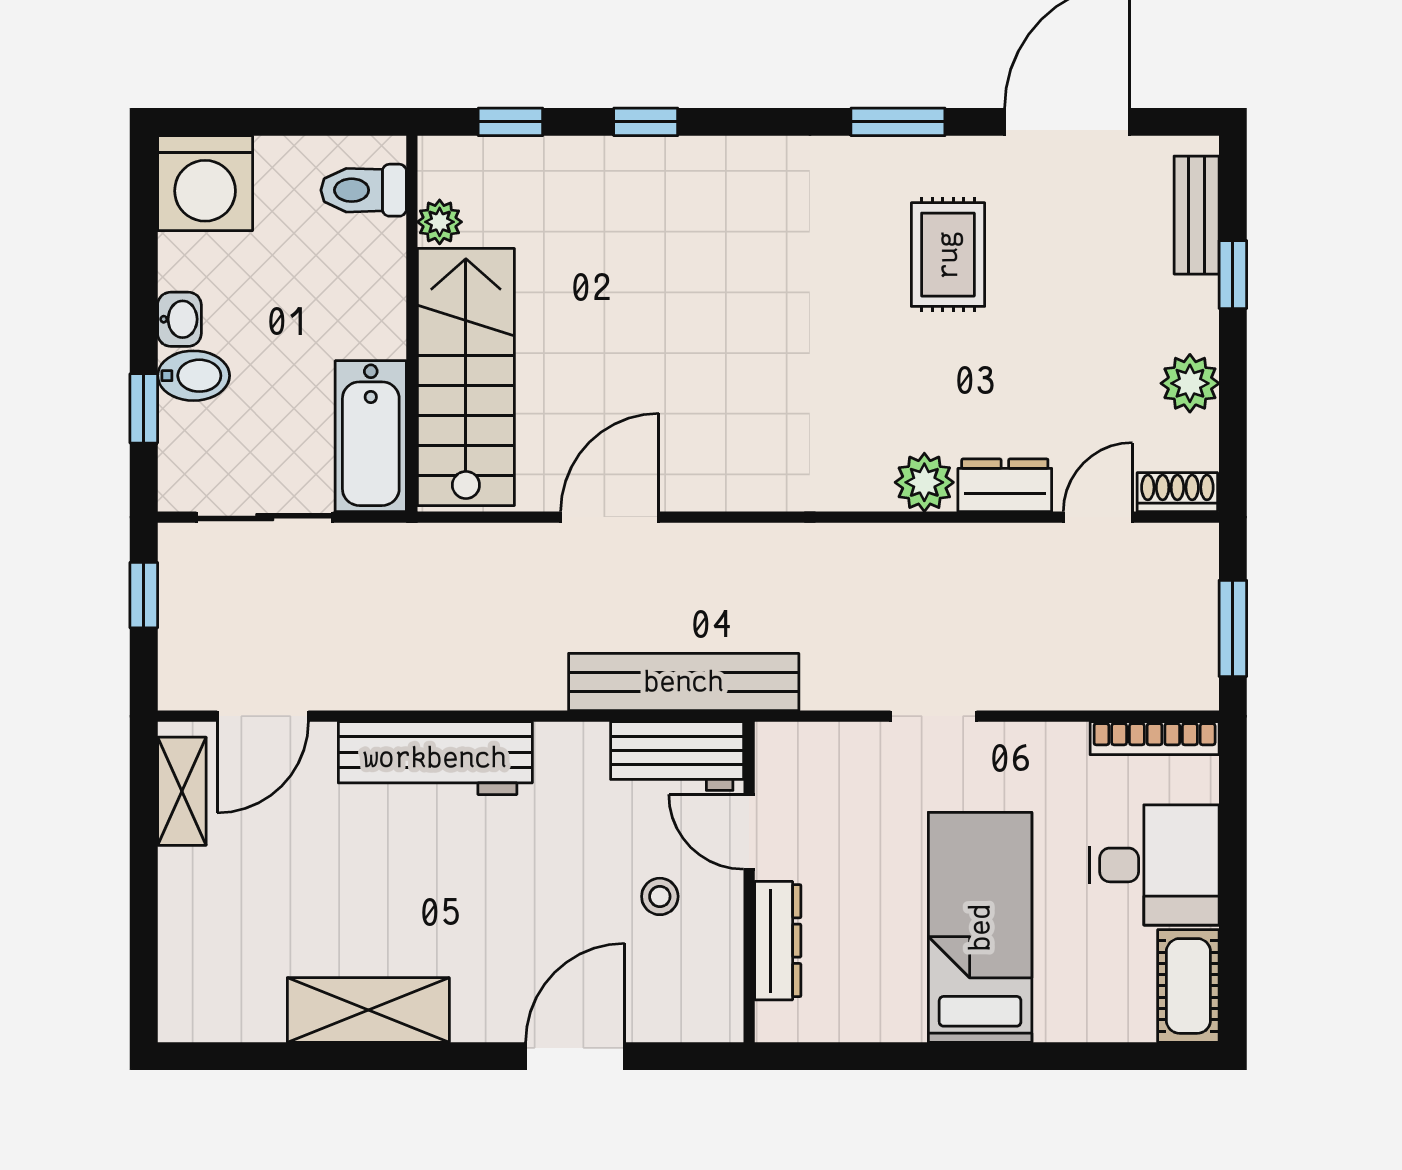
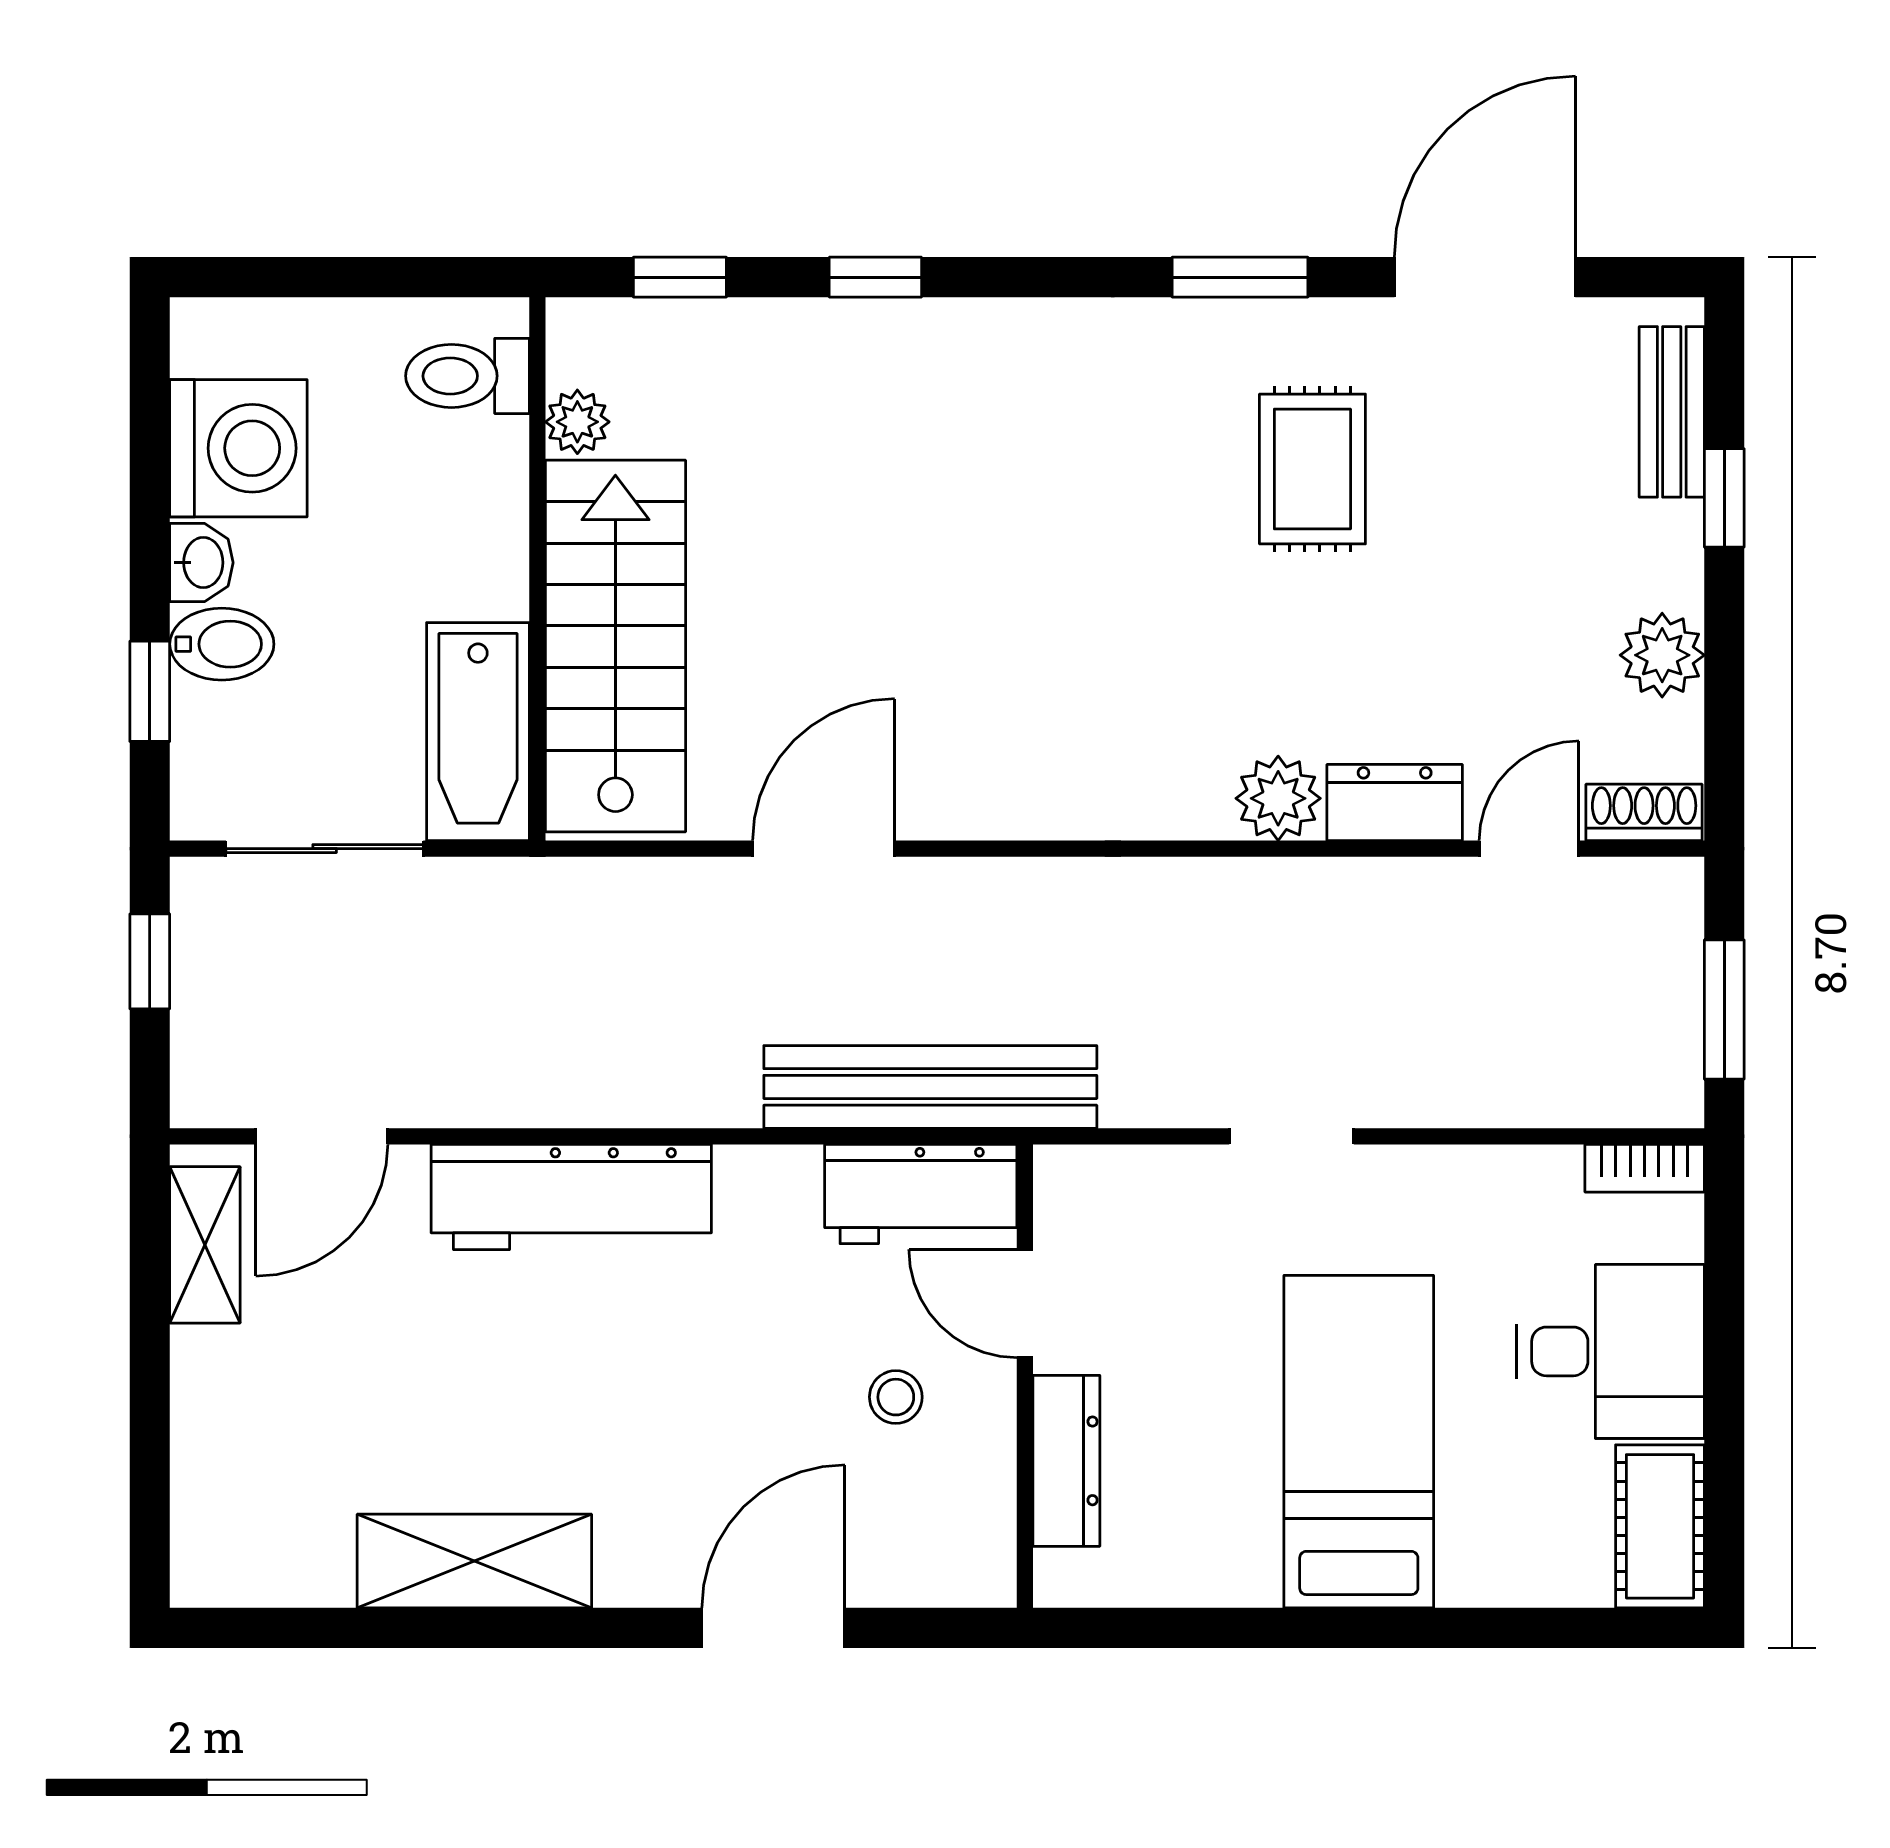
washing machine: (205, 183) -> (238, 448), moved, turned -90
bookcase: (1155, 738) -> (1645, 1168), width x0.64

